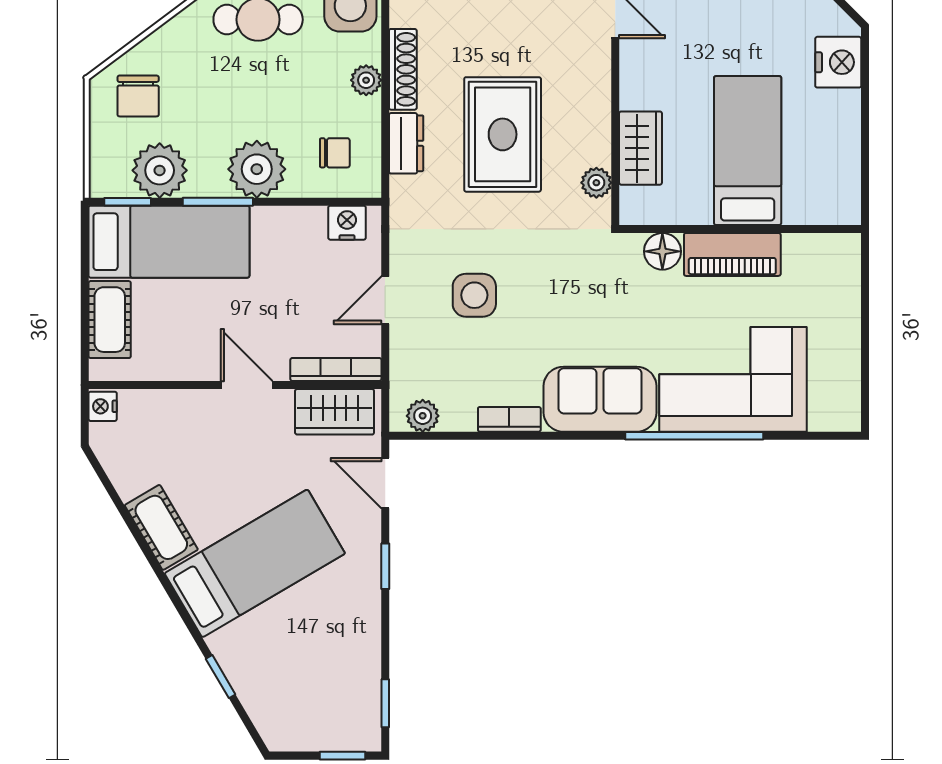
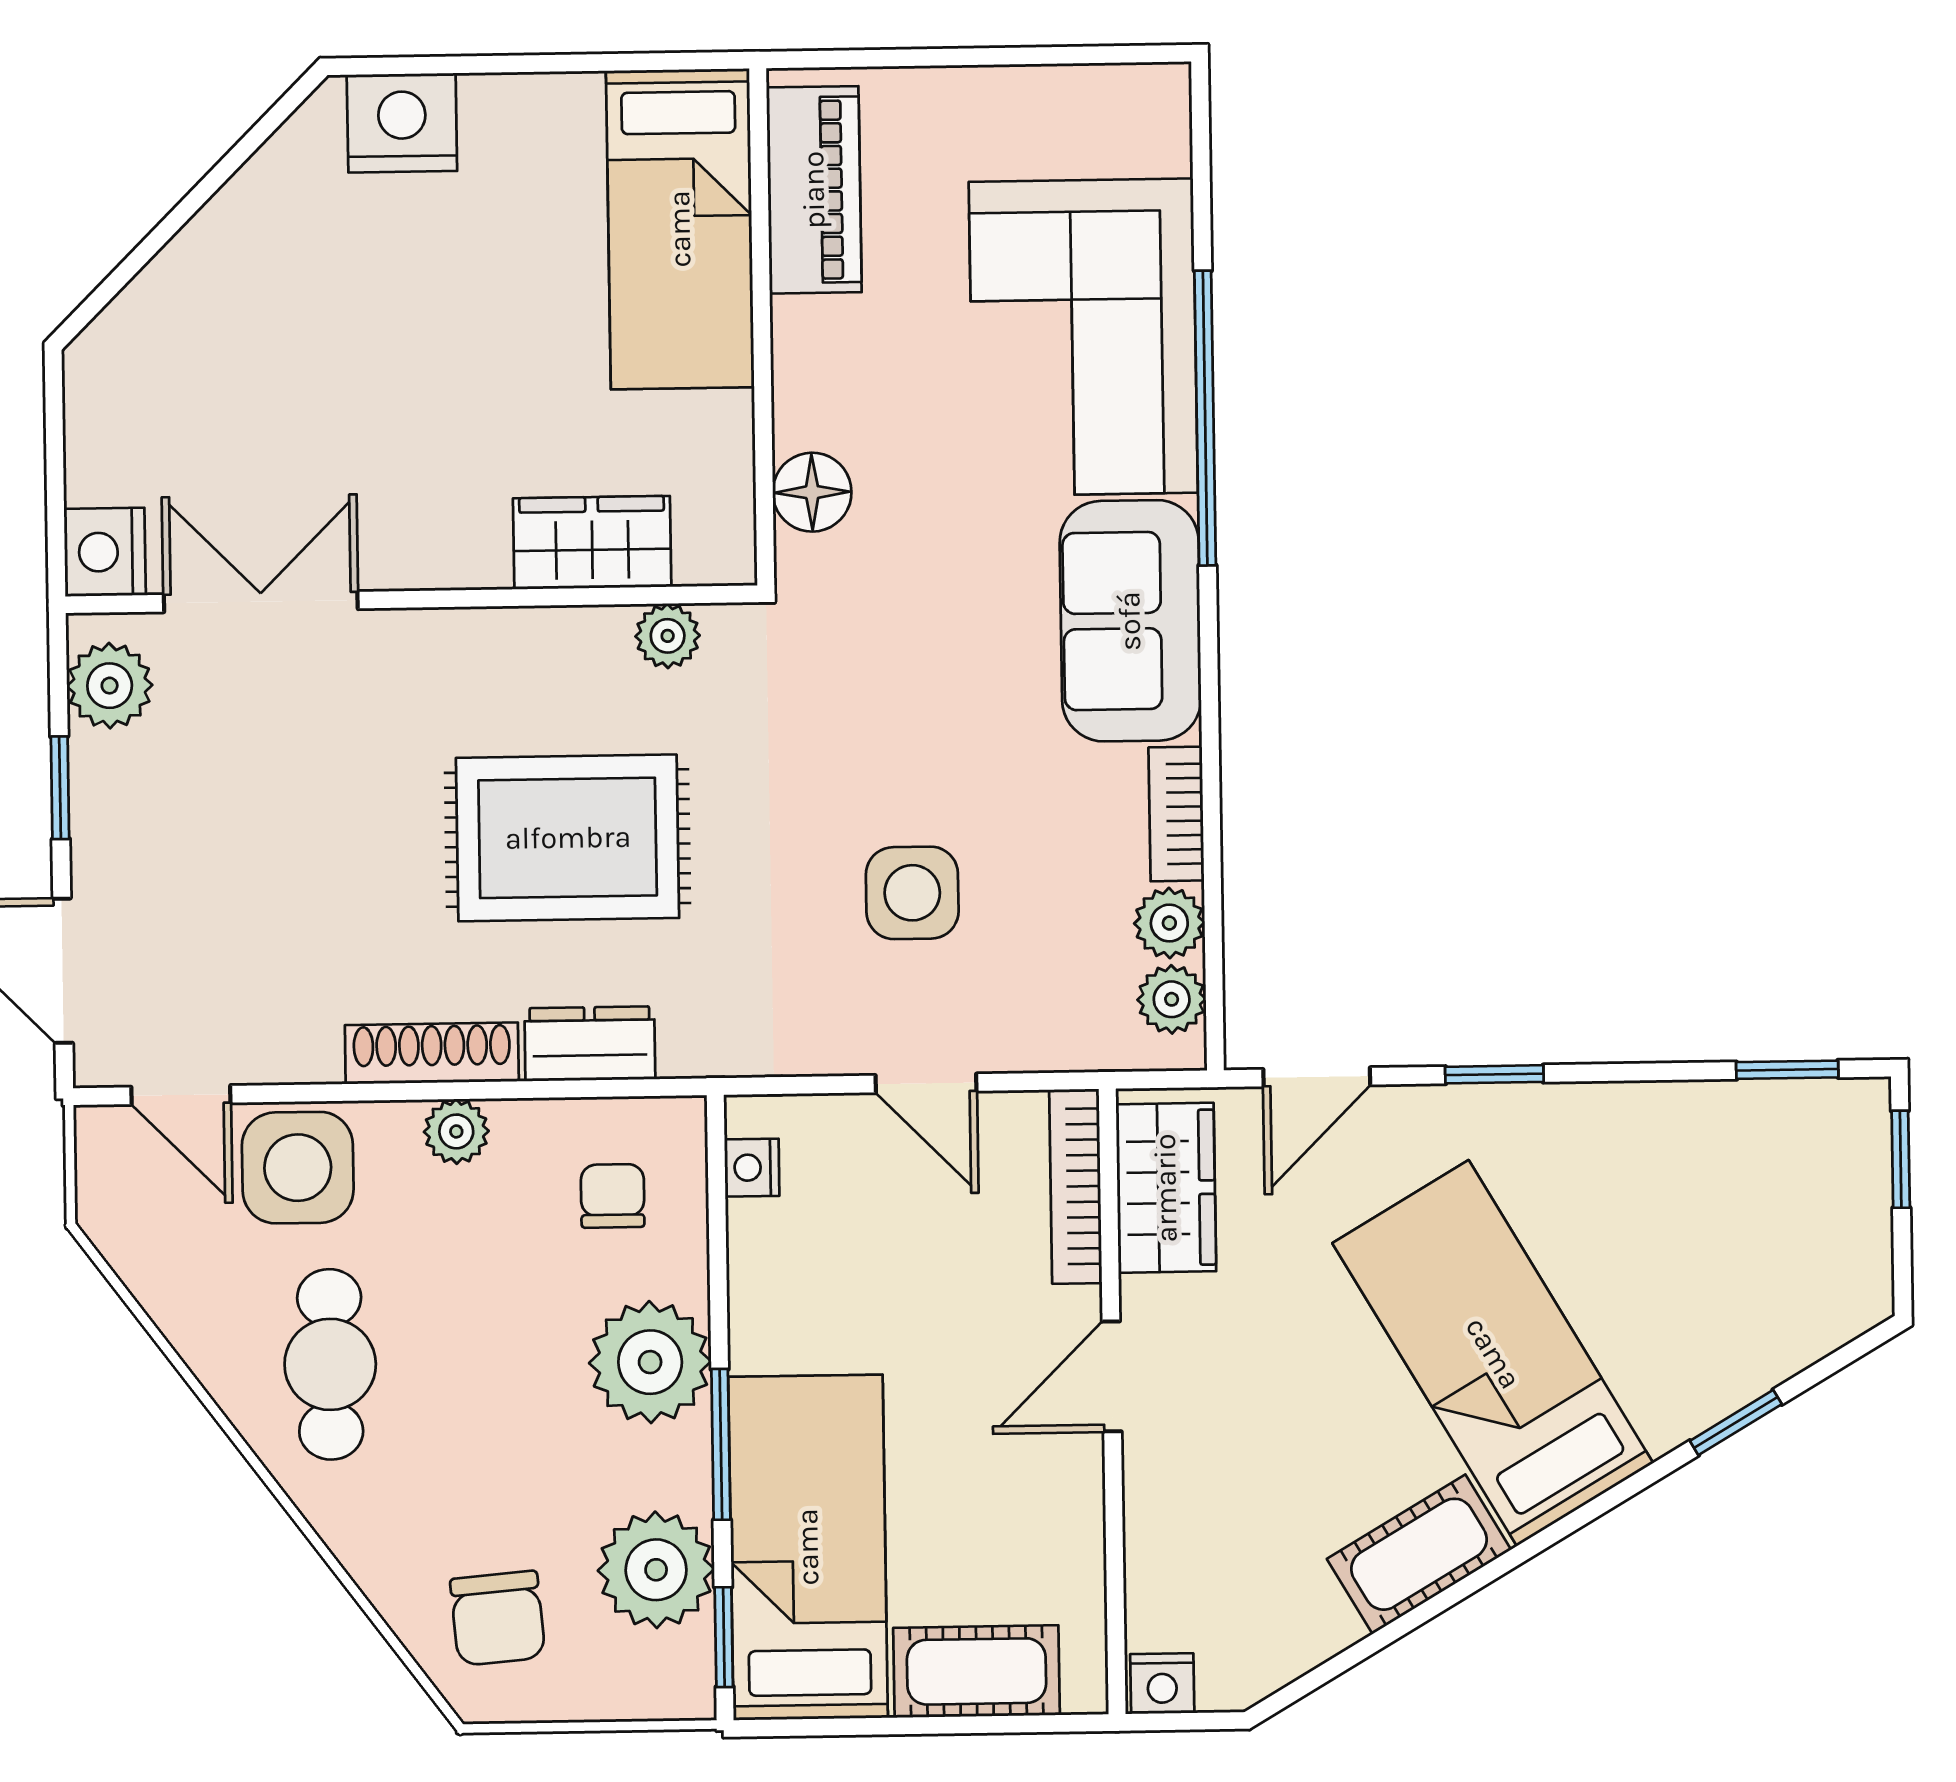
chair: (138, 96) -> (498, 1618), turned 85
bed: (748, 151) -> (680, 229), moved, turned -90
nightstand: (347, 223) -> (752, 1168), width x0.72, depth x0.74
piano: (732, 254) -> (814, 190), moved
plant: (458, 415) -> (1169, 923), added

